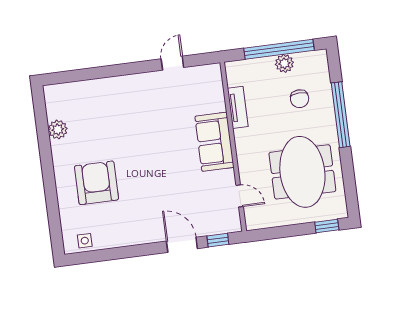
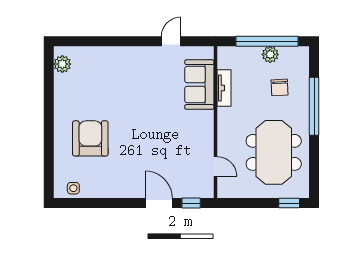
plant: (58, 130) -> (62, 64), moved
sofa: (214, 142) -> (199, 85), moved

